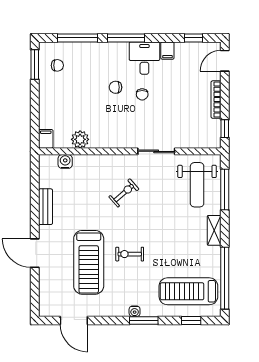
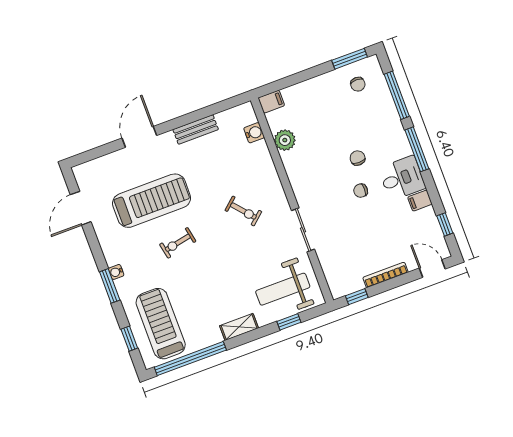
window: (225, 190) -> (289, 322), width x0.46
exercise bike: (130, 254) -> (178, 243), turned -101
treadmill: (89, 262) -> (152, 201), turned 180

